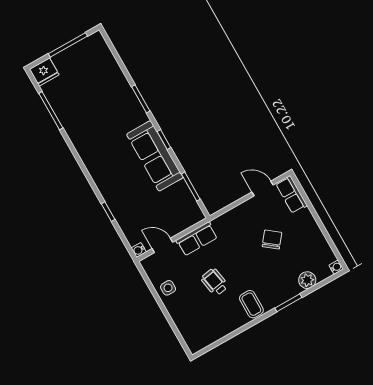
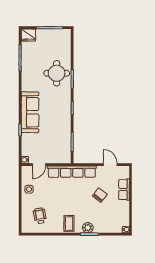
round table: (114, 103) -> (57, 73), added
sofa: (155, 156) -> (30, 112), moved, turned 180
row of seats: (291, 195) -> (124, 190), moved
row of seats: (197, 239) -> (72, 172), width x2.02
door: (162, 245) -> (39, 165), swing flipped
plant: (307, 280) -> (88, 228), moved
wheelchair: (215, 282) -> (40, 216), moved

